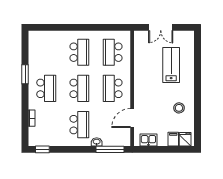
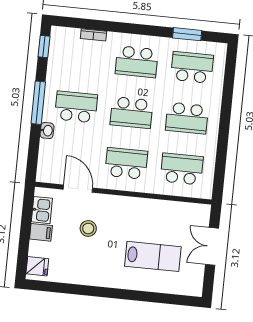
school desk: (46, 52) -> (192, 67), added
window: (25, 74) -> (187, 34), moved
stool: (179, 108) -> (88, 228), moved
school desk: (79, 125) -> (76, 107), turned 180
filing cabinet: (173, 139) -> (41, 232), moved
window: (110, 149) -> (38, 103), moved

